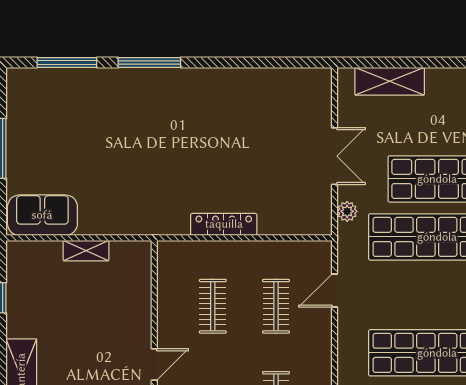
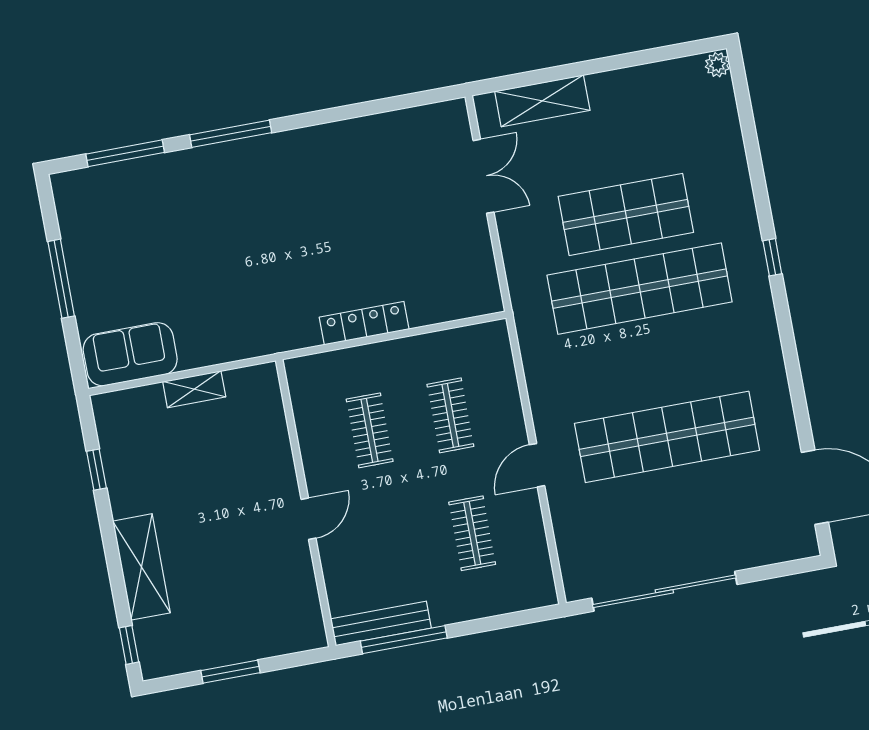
double door: (335, 156) -> (483, 176), moved
plant: (347, 211) -> (519, 277), removed
door: (335, 291) -> (537, 465), moved

